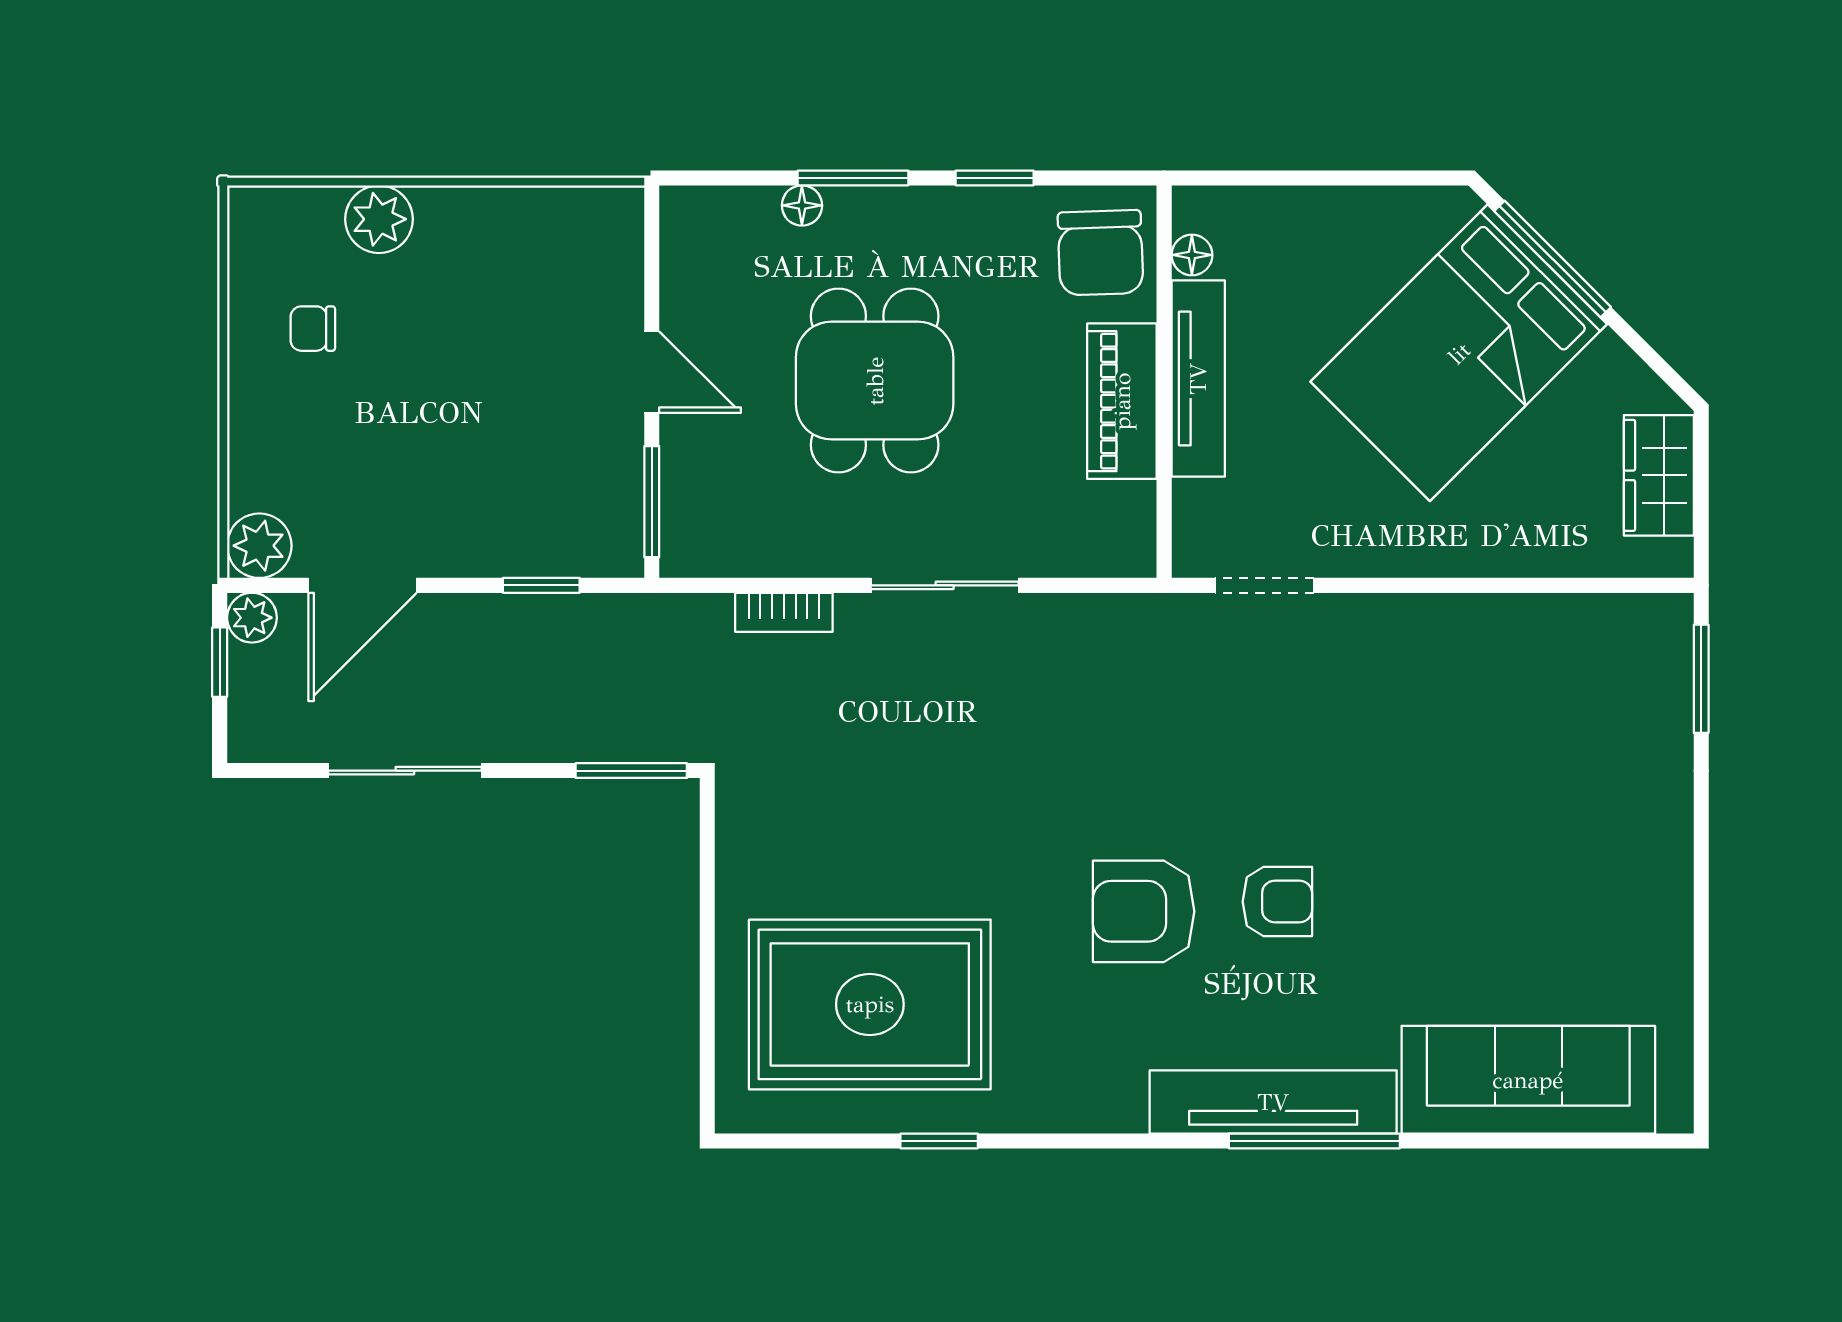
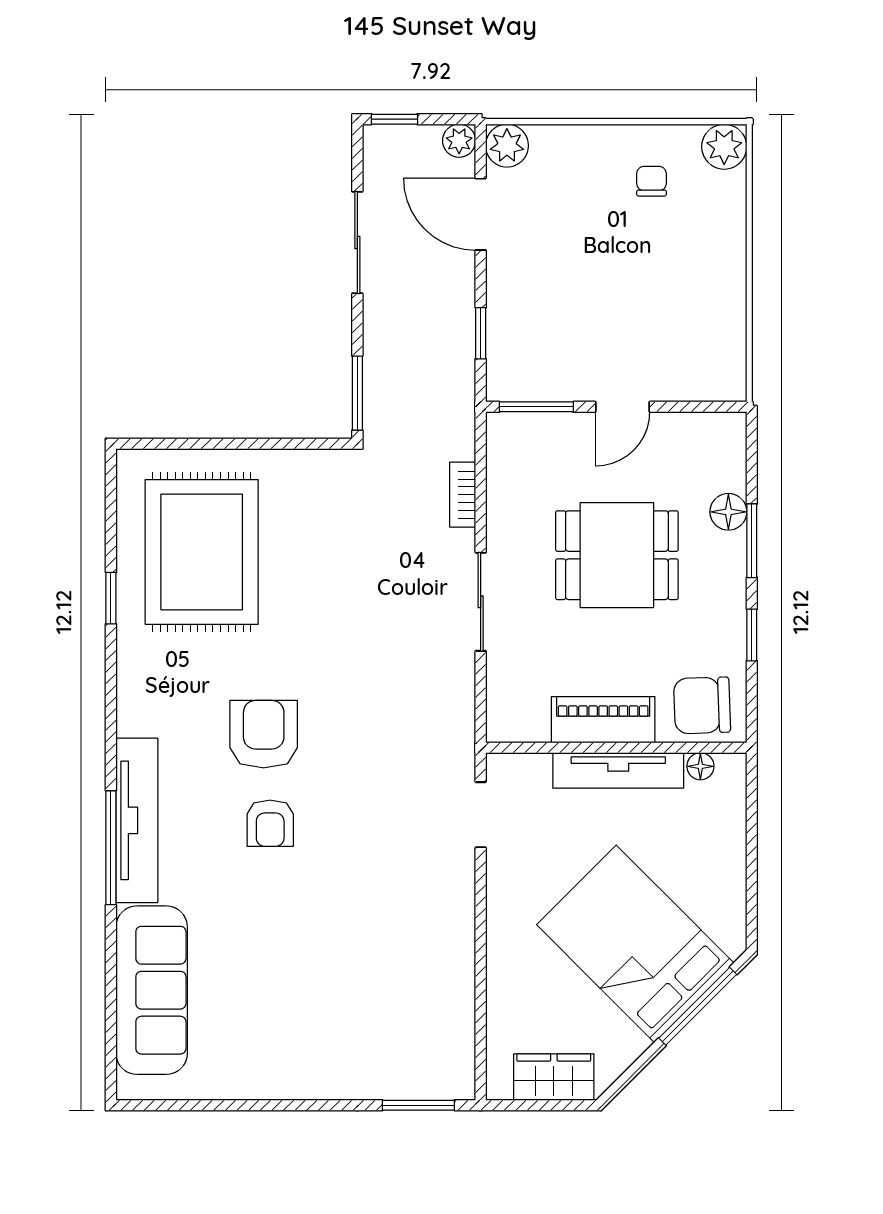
floor lamp: (802, 205) -> (728, 512), width x1.37, depth x1.37
plant: (379, 219) -> (724, 147), moved
window: (220, 662) -> (394, 119), moved

